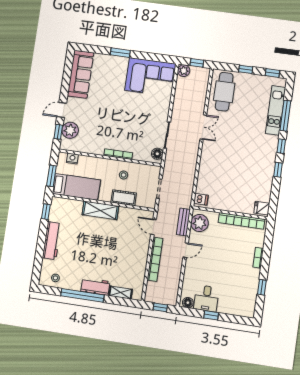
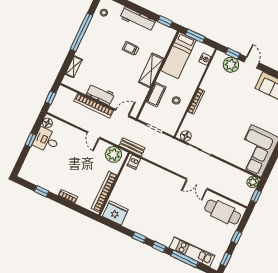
fridge: (262, 208) -> (115, 213), width x1.88, depth x1.34
bench: (183, 222) -> (132, 147), moved
trolley: (84, 239) -> (131, 48), added
workbench: (95, 286) -> (100, 94), moved, turned -90

